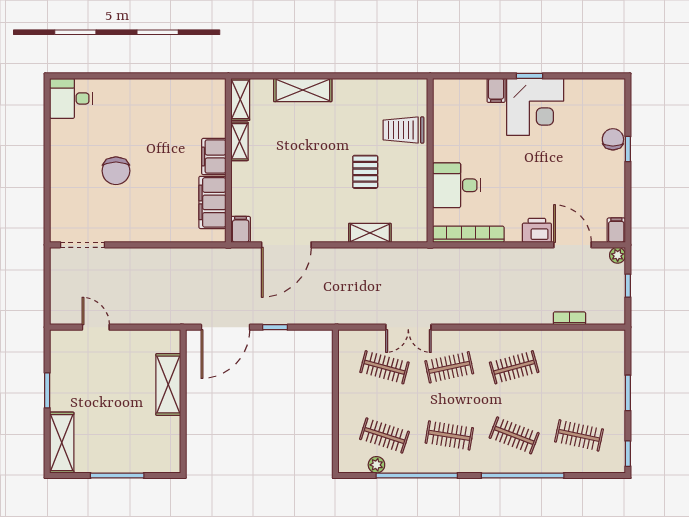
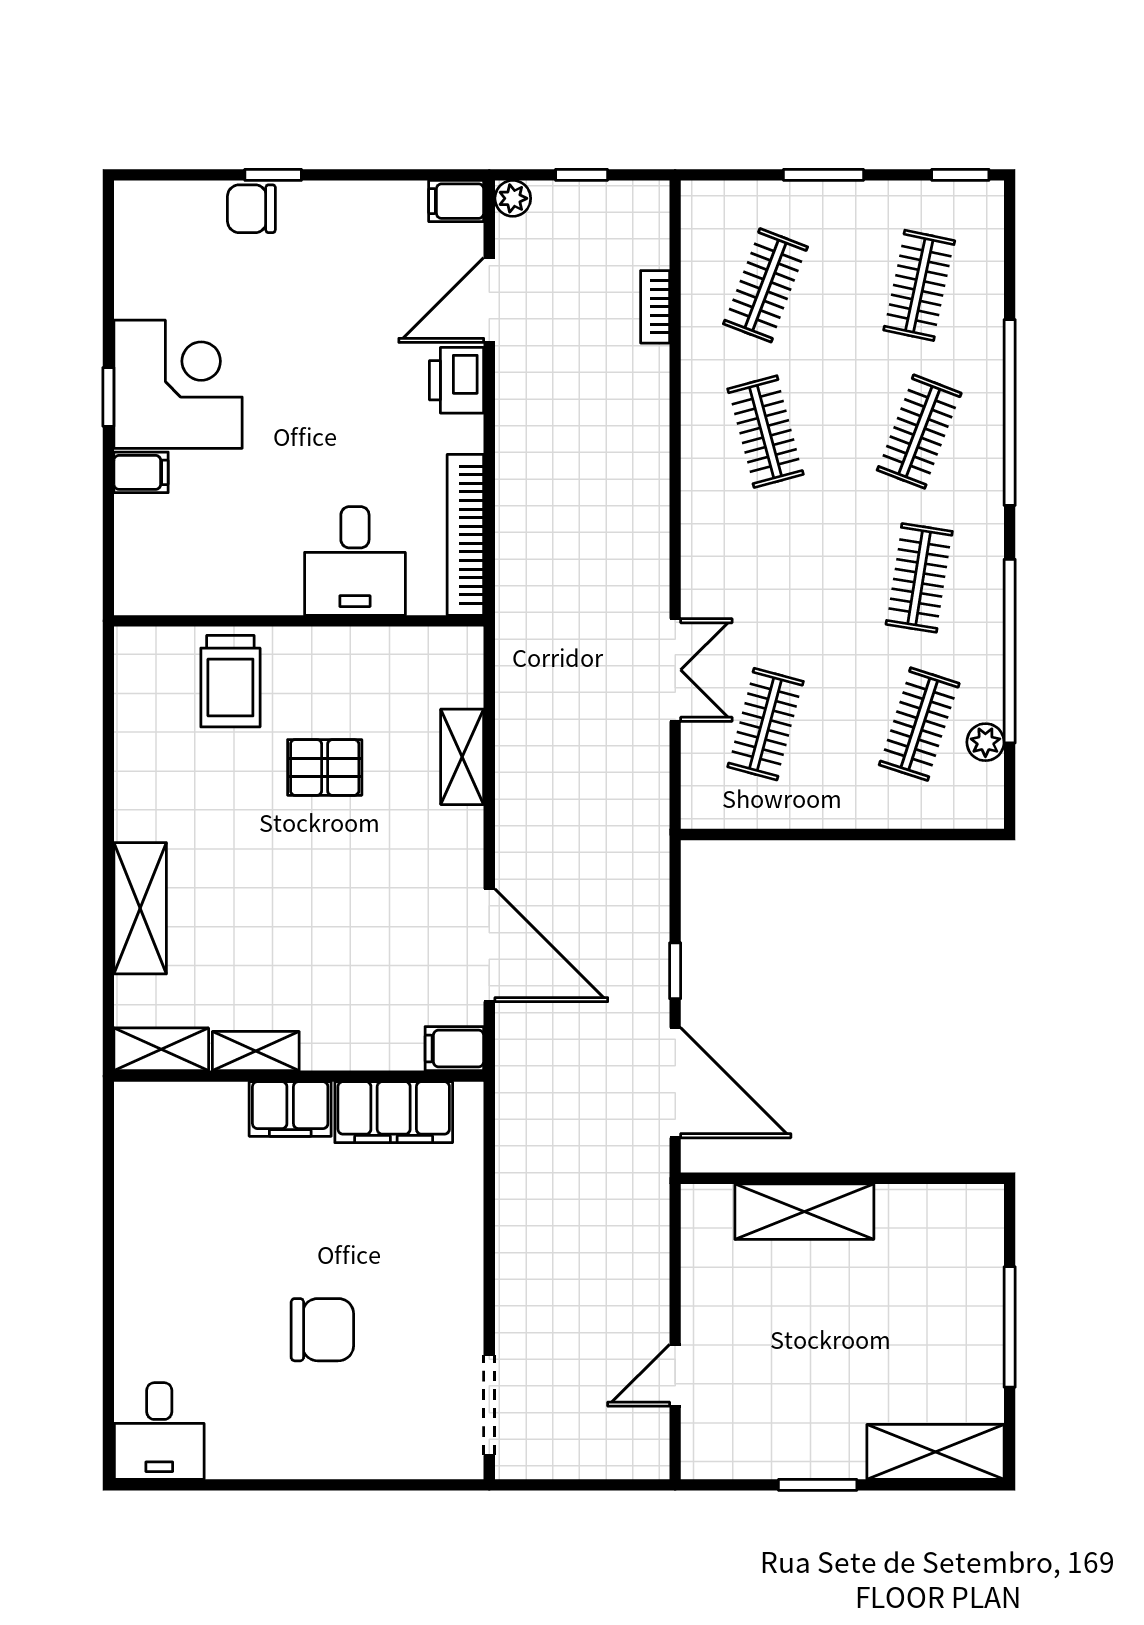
clothes rail: (449, 367) -> (766, 285), moved, turned 33

